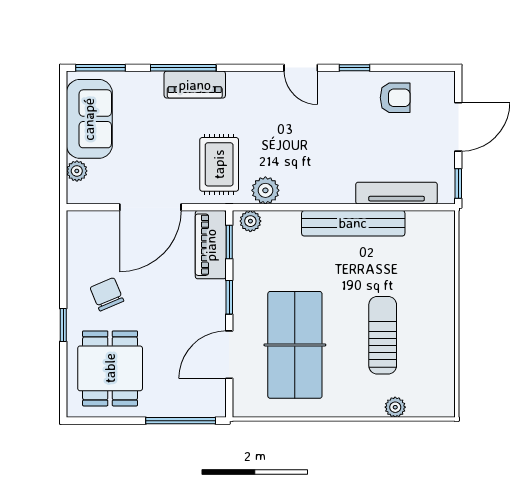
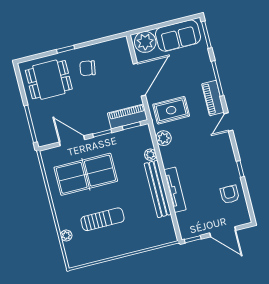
door: (301, 68) -> (228, 122), moved
piano: (195, 85) -> (213, 98), moved
armchair: (395, 98) -> (230, 194), turned 180
plant: (77, 171) -> (145, 42), width x1.88, depth x1.88
tv unit: (397, 193) -> (175, 190), moved
door: (150, 207) -> (139, 80), swing flipped
plant: (250, 221) -> (150, 155), moved
chair: (107, 294) -> (88, 68), turned -147

